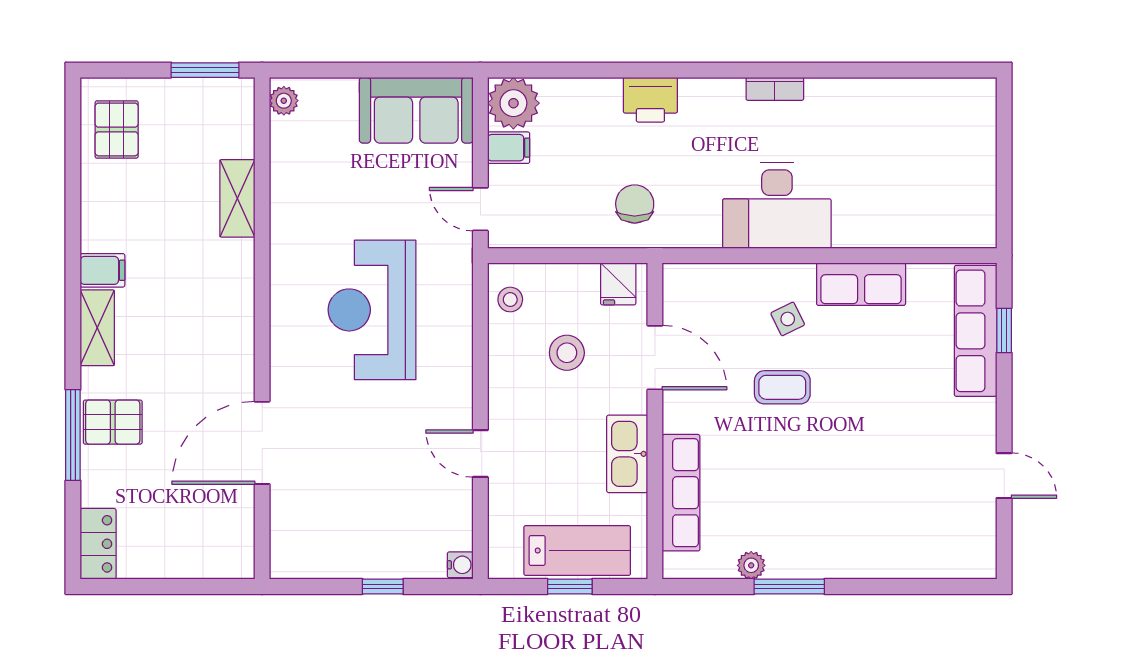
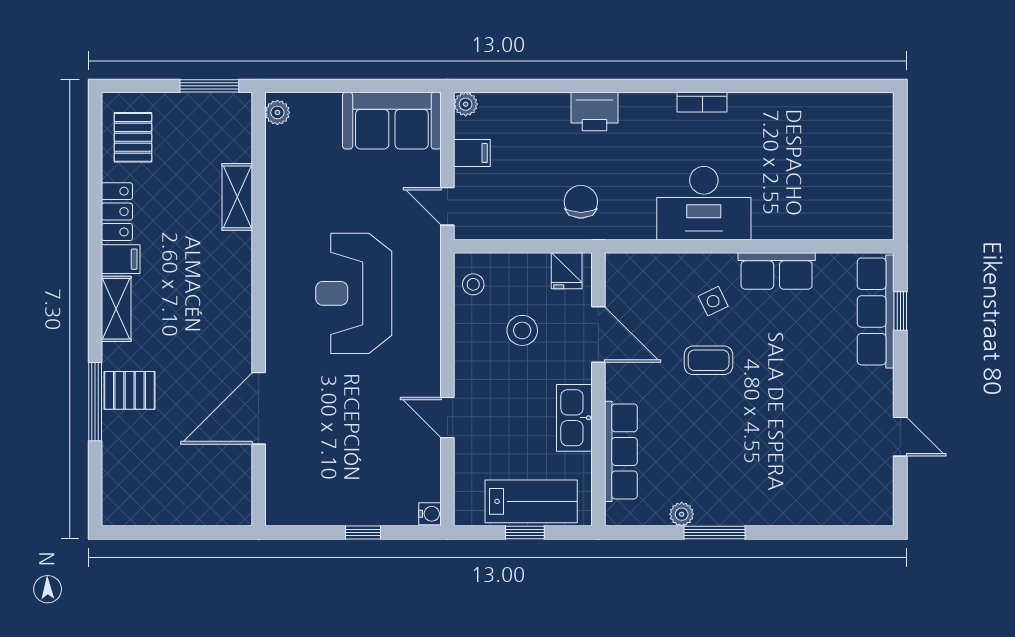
plant: (513, 103) -> (466, 104), width x0.53, depth x0.53
locker: (98, 544) -> (117, 212), moved

